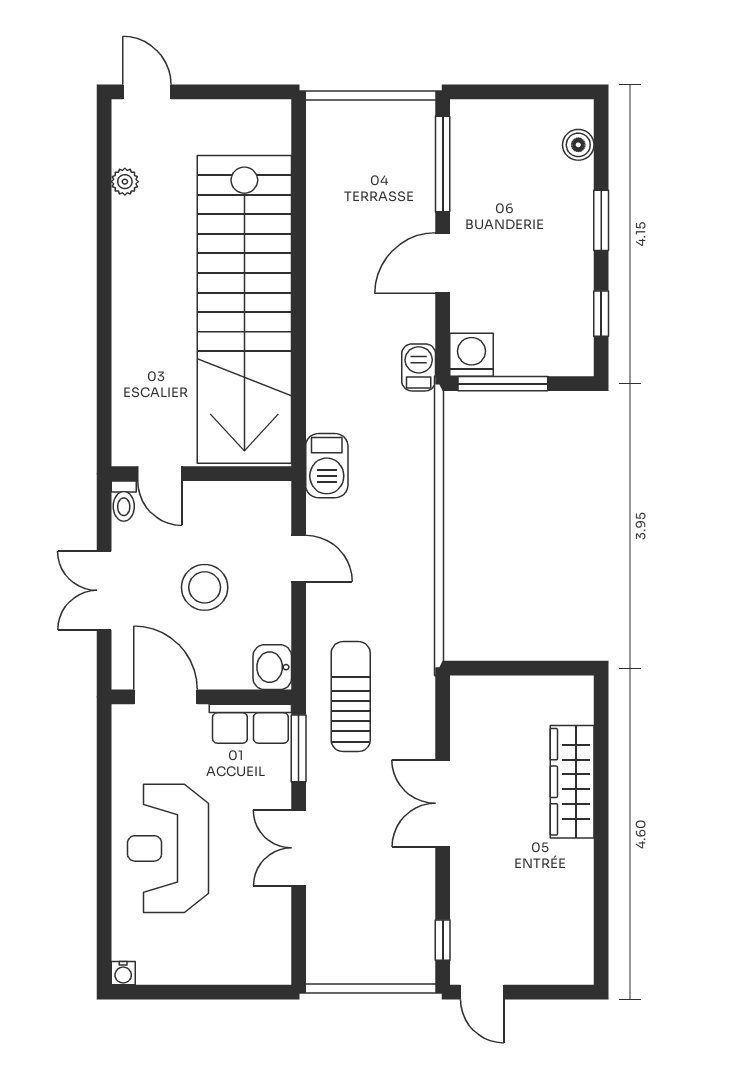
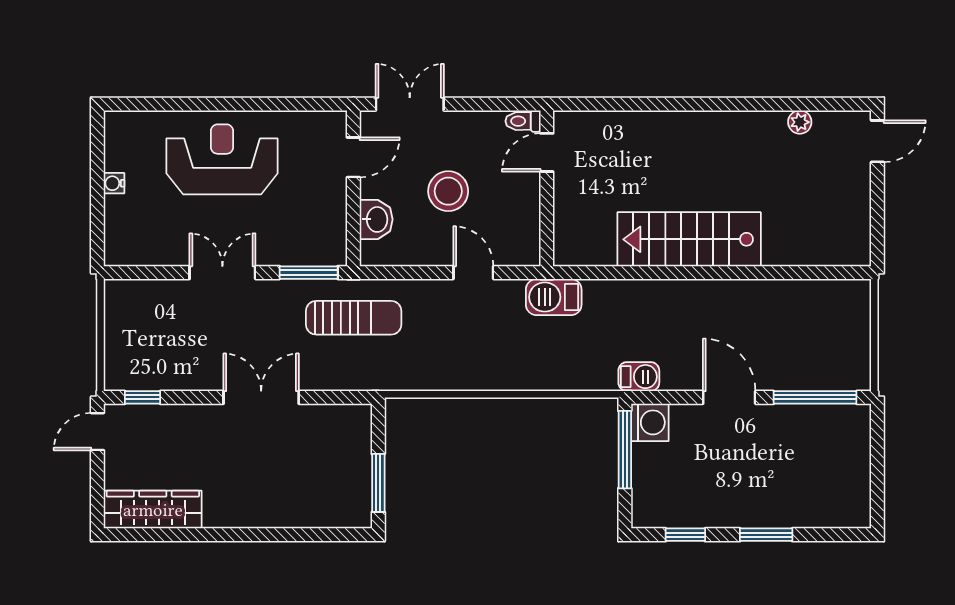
boiler: (578, 145) -> (832, 515), removed
stairs: (244, 309) -> (689, 239), width x0.54, depth x0.66
door: (299, 558) -> (473, 273), swing flipped
double door: (104, 590) -> (410, 104), moved
washbasin: (272, 667) -> (376, 219), moved, turned 90
window: (541, 668) -> (378, 483), added
door: (166, 697) -> (353, 157), width x0.73
row of seats: (250, 724) -> (330, 231), removed
wardrobe: (572, 782) -> (153, 510), moved
water cooler: (123, 973) -> (114, 183), moved

